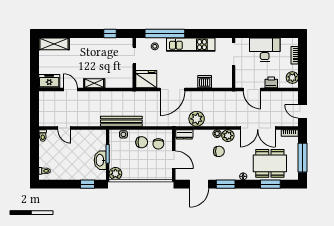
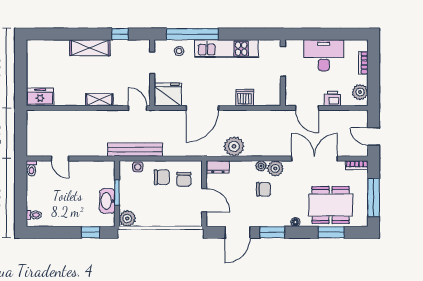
shelving: (54, 44) -> (90, 48), moved
door: (71, 90) -> (138, 108), moved
double door: (258, 128) -> (314, 158), swing flipped

